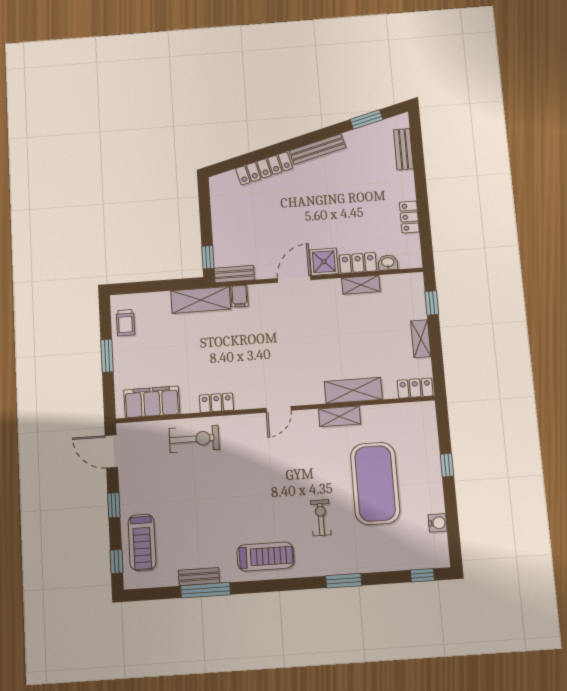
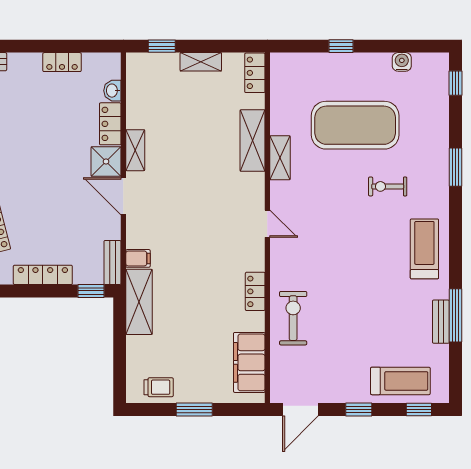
locker: (219, 215) -> (43, 275), added
shelving: (361, 285) -> (135, 150), moved

